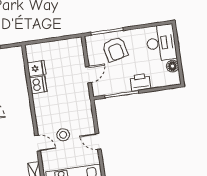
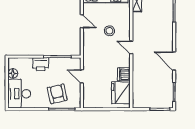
fridge: (37, 68) -> (121, 93), width x1.88, depth x1.34
door: (88, 75) -> (82, 76), hinge flipped
door: (38, 143) -> (131, 47), moved

